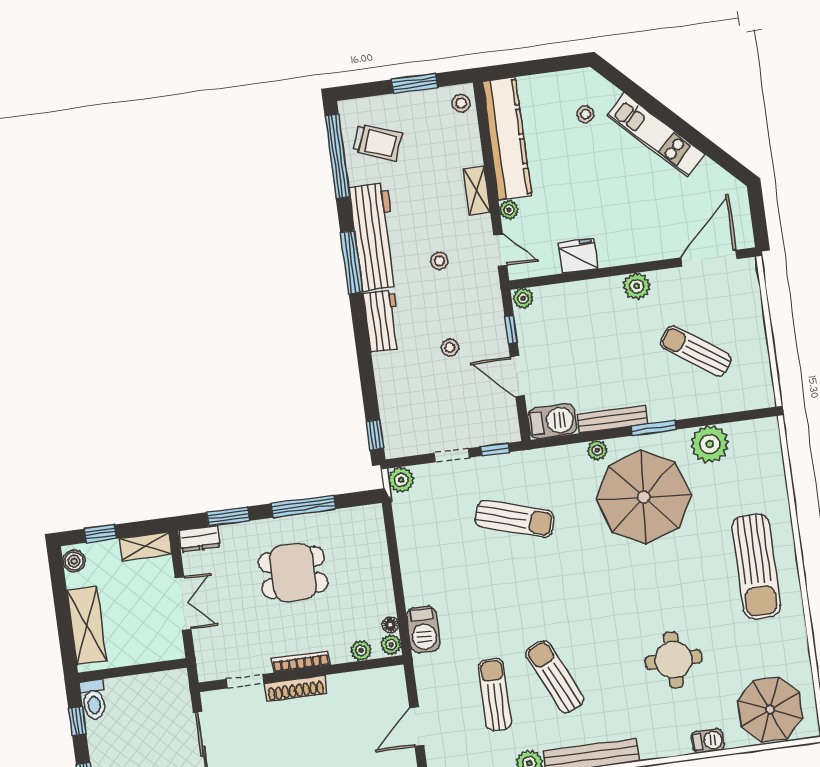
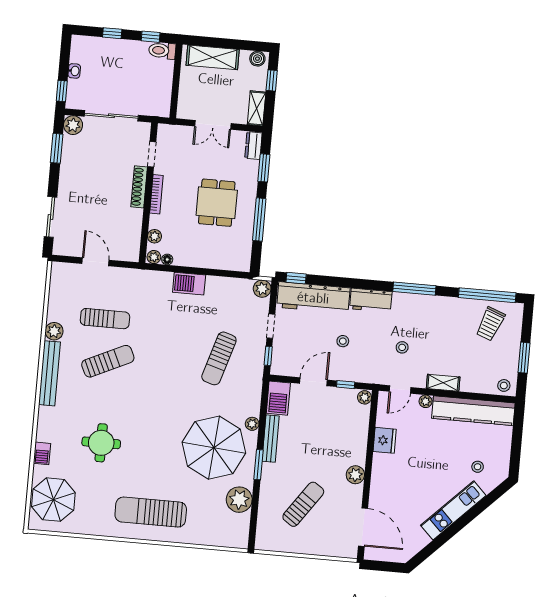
workbench: (375, 237) -> (313, 298), moved
barbecue: (423, 629) -> (189, 284), moved

